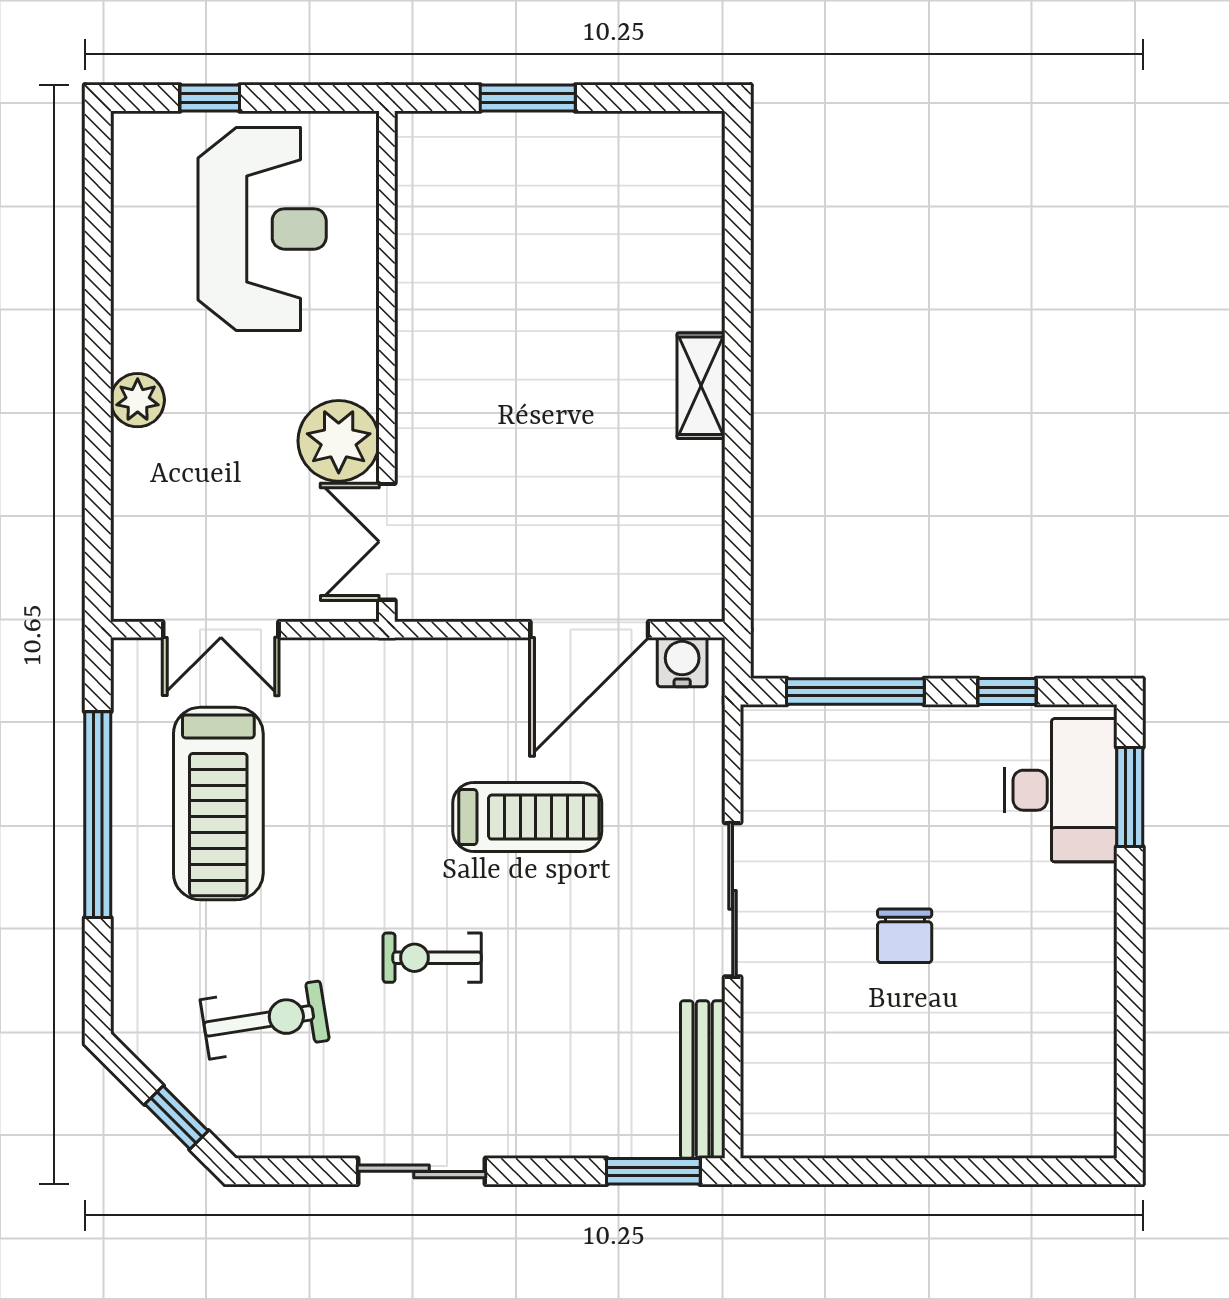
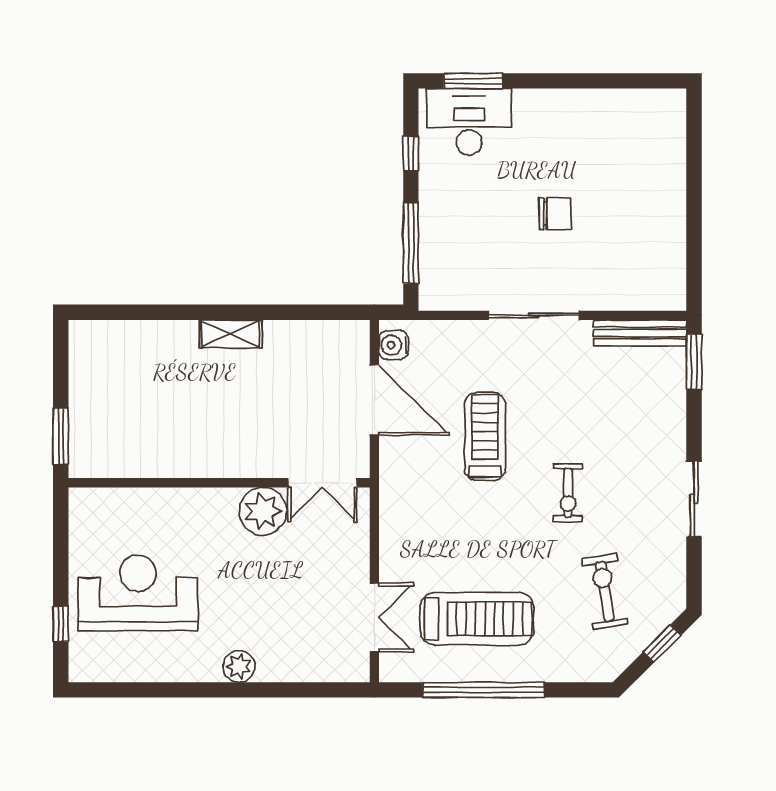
wall: (387, 366) -> (219, 483), moved
plant: (339, 441) -> (263, 511), moved
double door: (387, 542) -> (322, 483), moved

